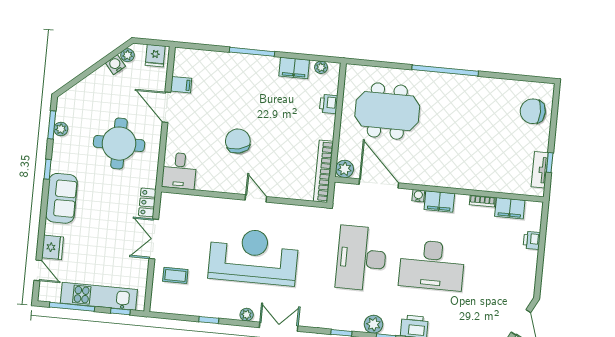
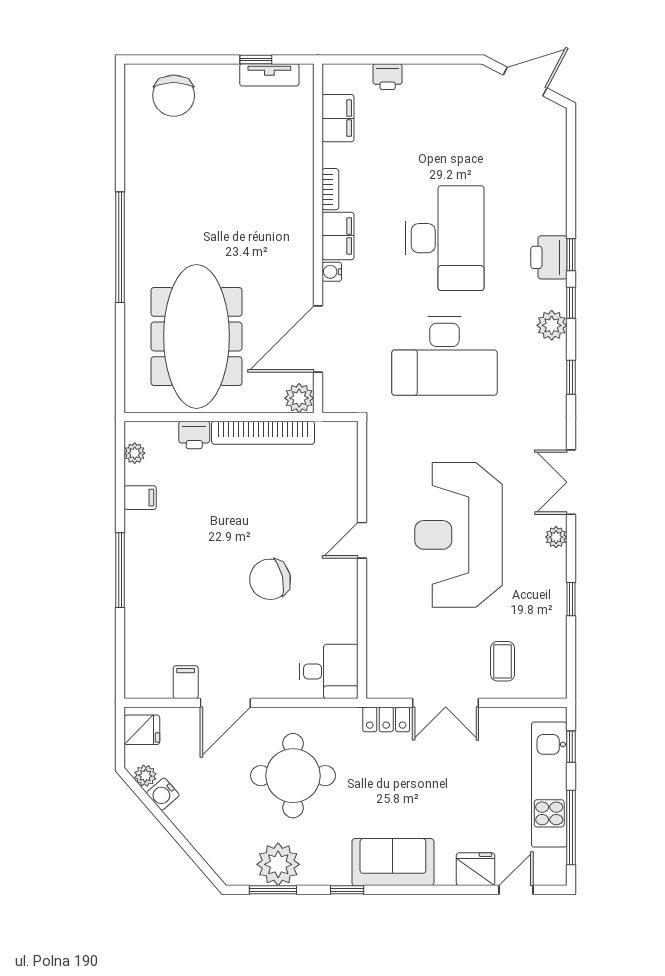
filing cabinet: (294, 68) -> (140, 498), width x0.50
meeting table: (387, 111) -> (197, 336), width x1.36
plant: (61, 129) -> (278, 864), width x1.87, depth x1.87
bookcase: (323, 171) -> (263, 433), moved
bookcase: (482, 201) -> (330, 189), moved

